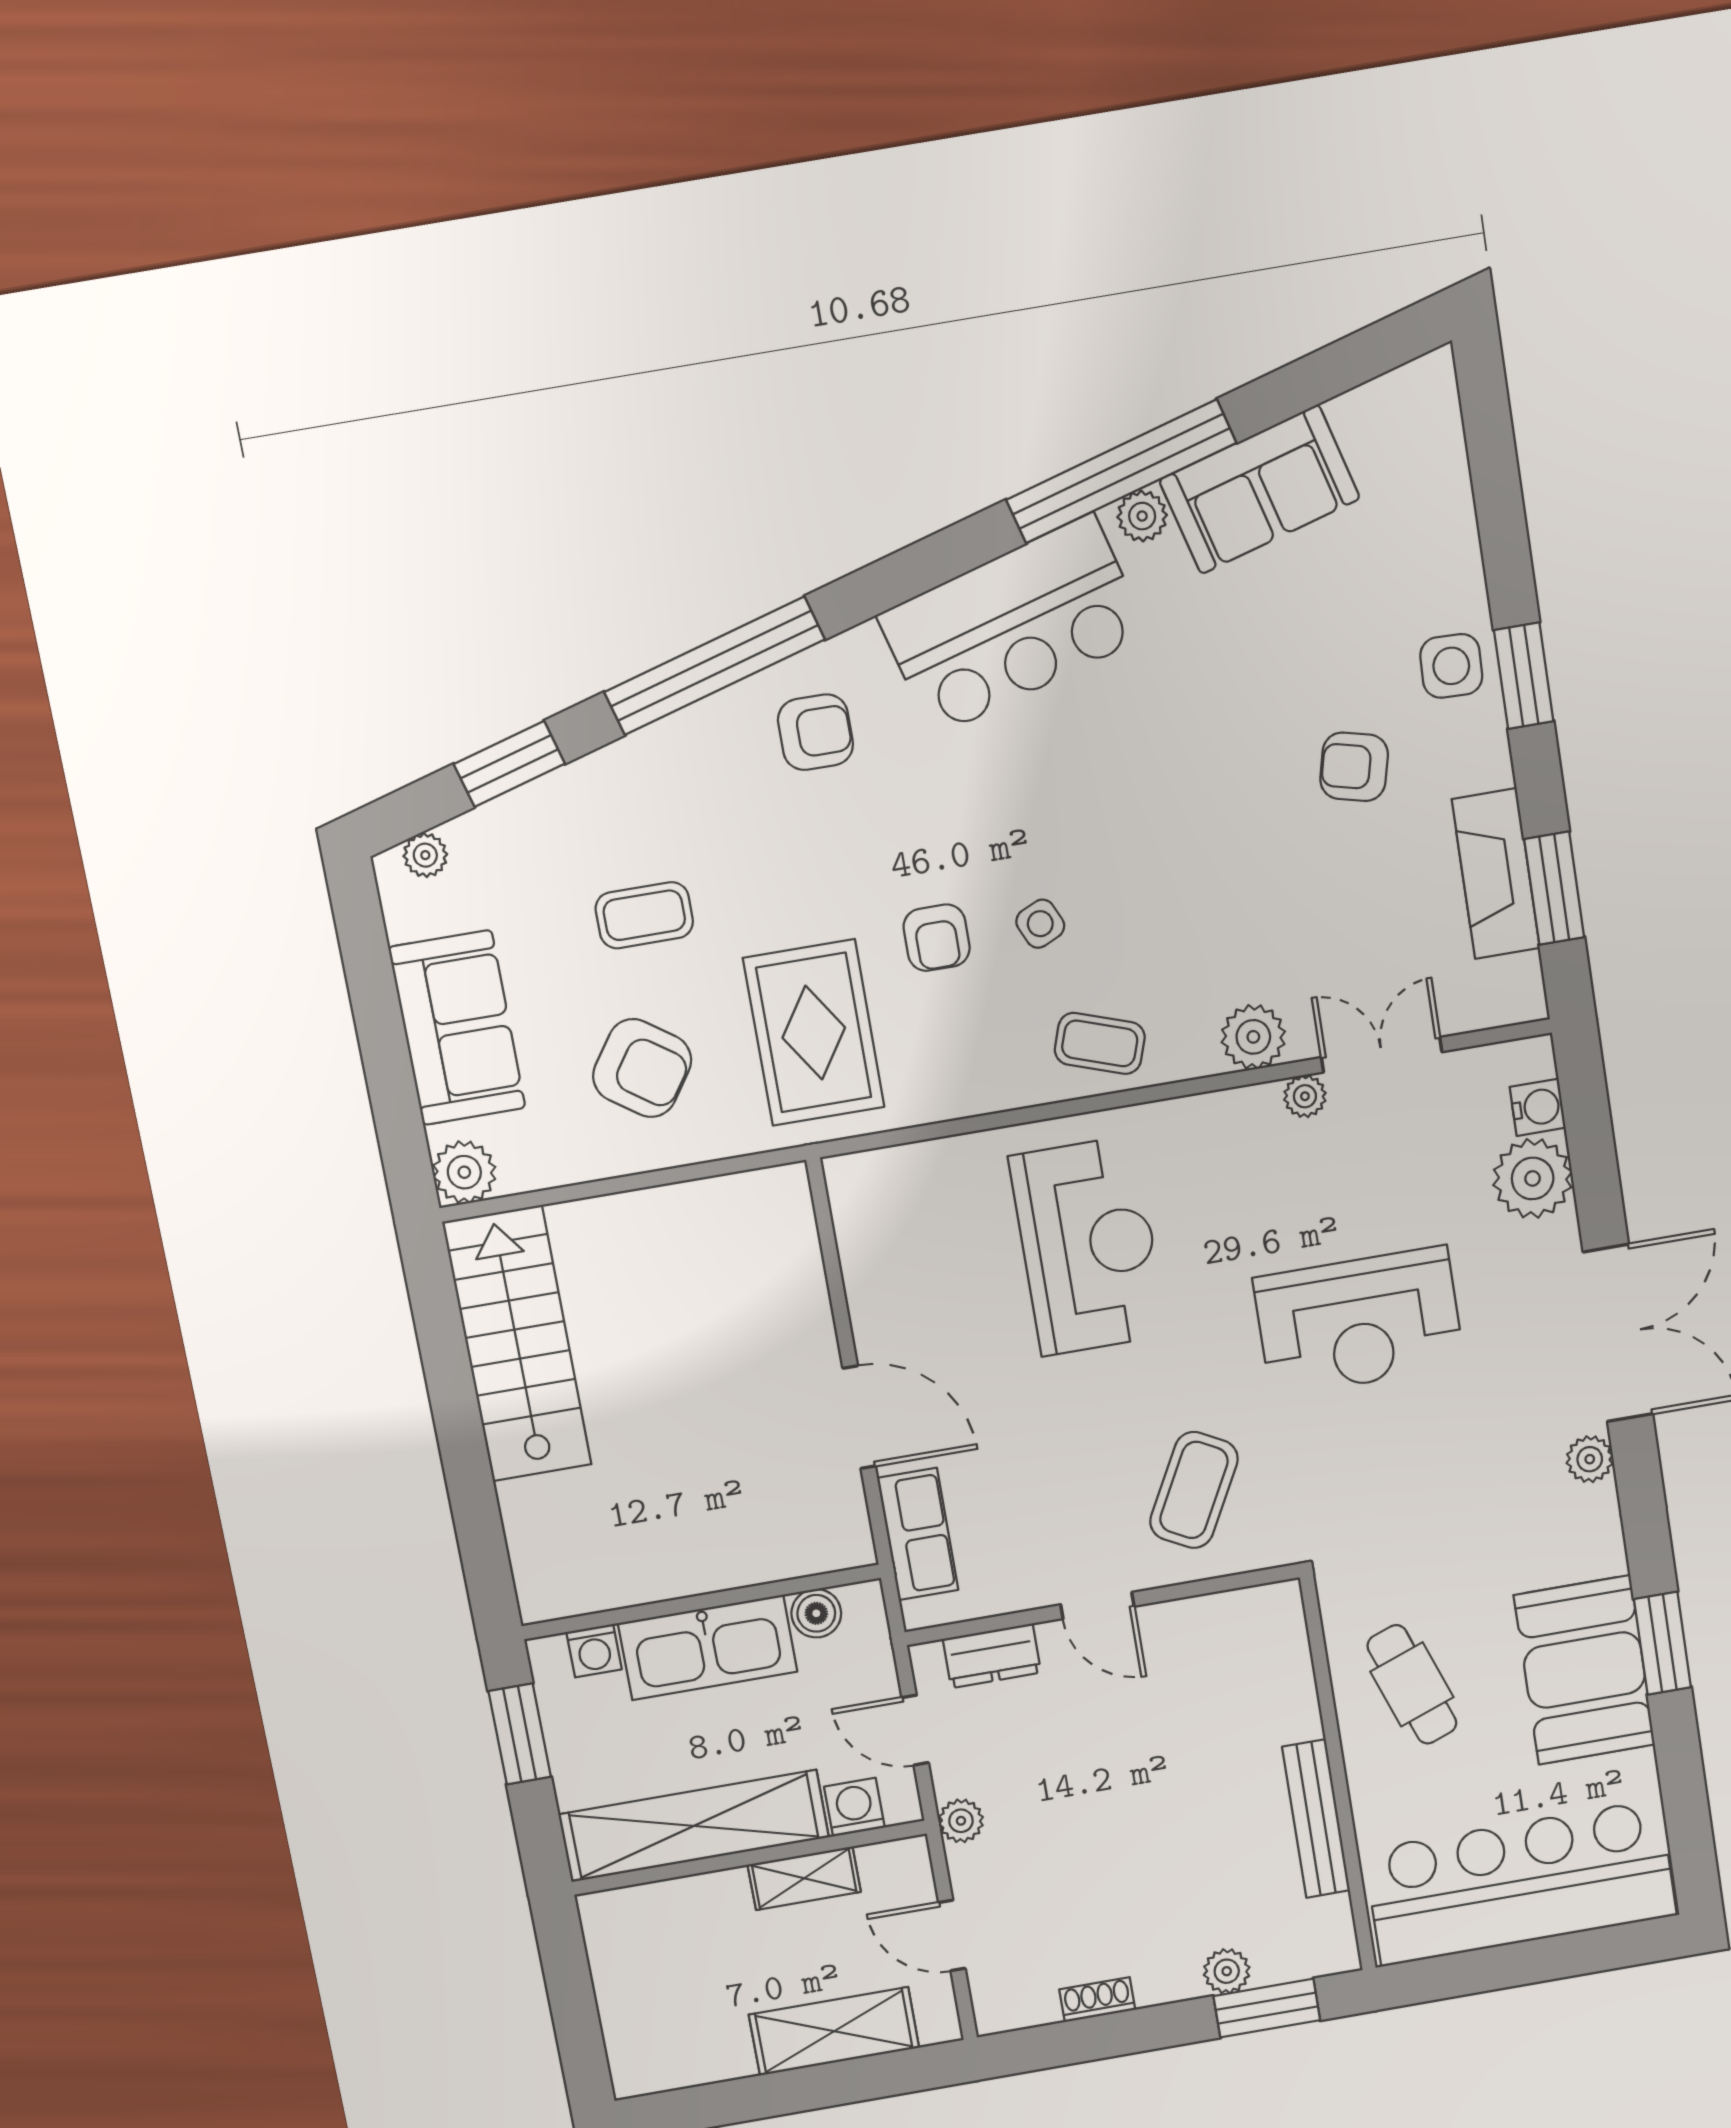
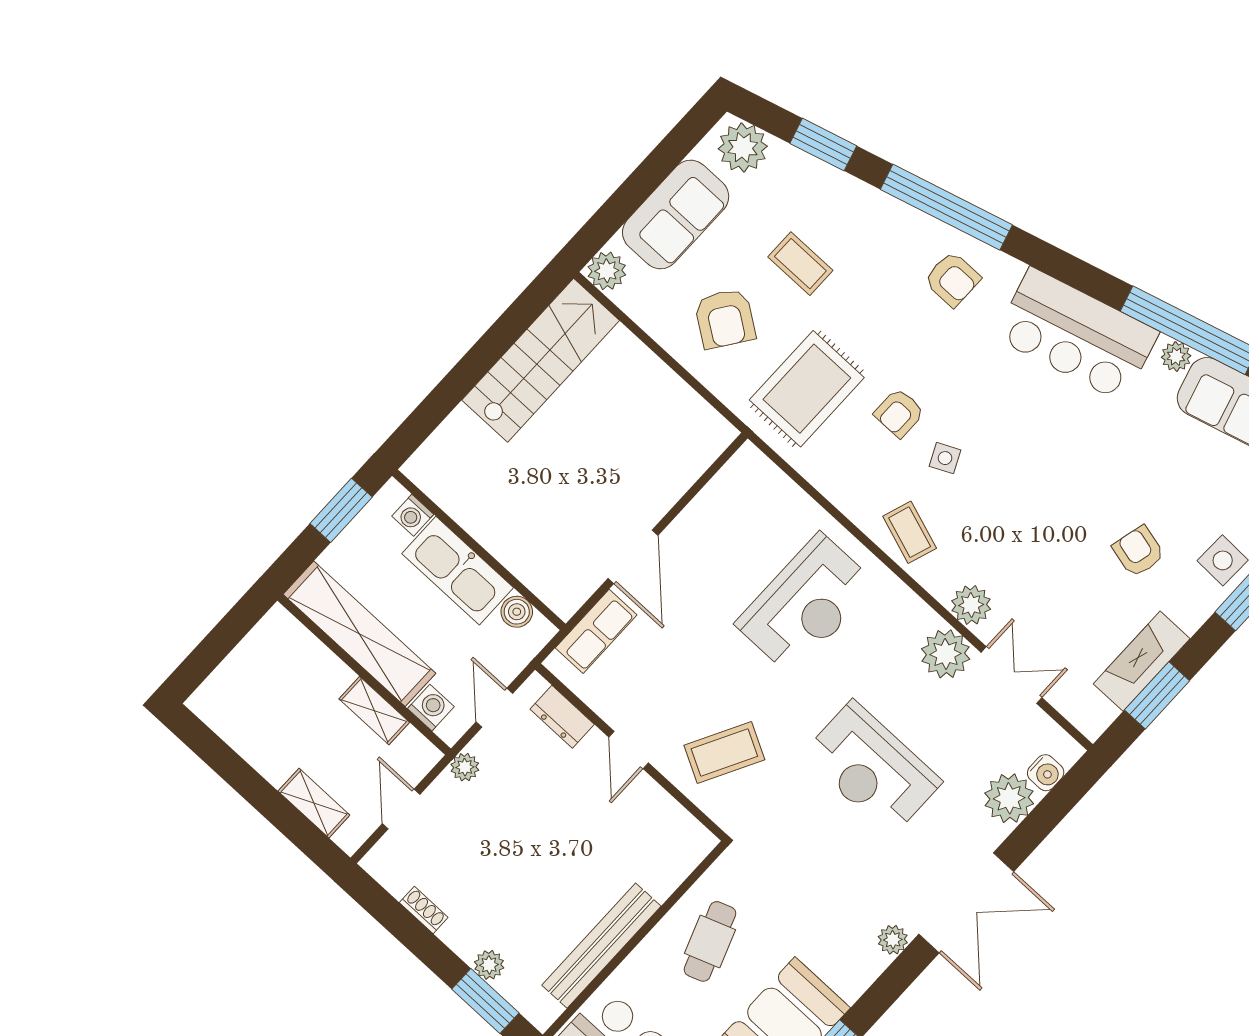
plant: (425, 855) -> (743, 148), width x1.88, depth x1.88
plant: (1305, 1096) -> (946, 654), width x1.87, depth x1.87
bench: (1316, 1819) -> (601, 946), width x1.37, depth x1.21
shelving: (834, 2031) -> (314, 803), width x0.67, depth x0.75

